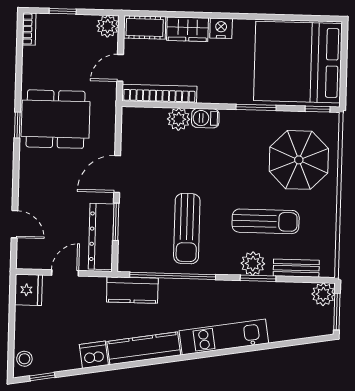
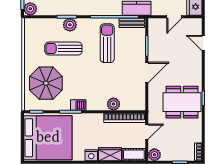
barbecue: (205, 118) -> (78, 105), moved
dresser: (101, 236) -> (155, 38), removed
bench: (296, 268) -> (132, 23), moved

